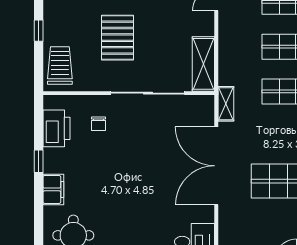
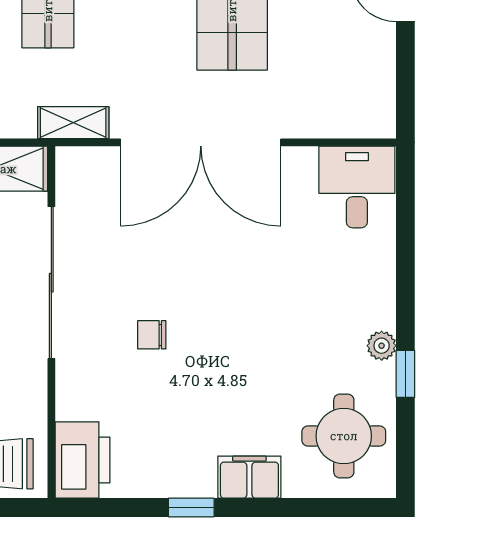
chair: (99, 124) -> (152, 335), moved, turned 180
printer: (56, 128) -> (82, 460), moved, turned 90

